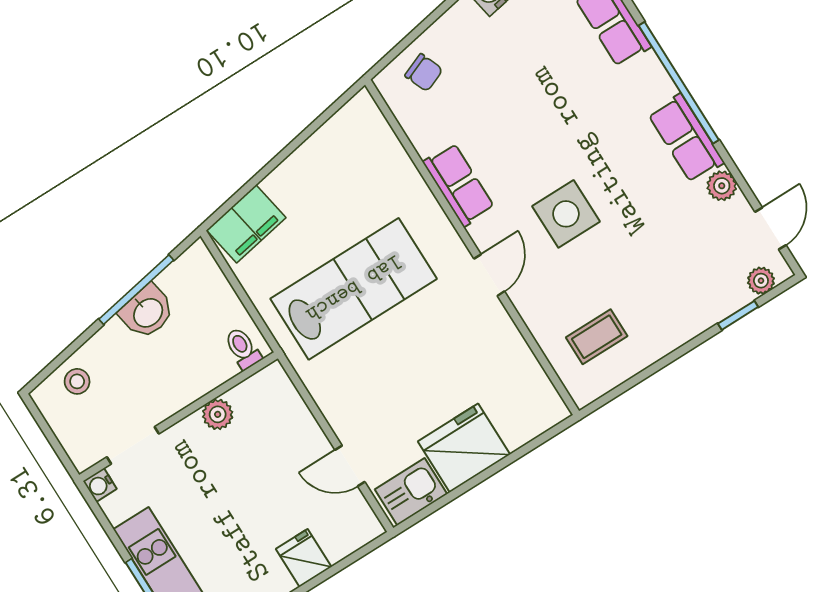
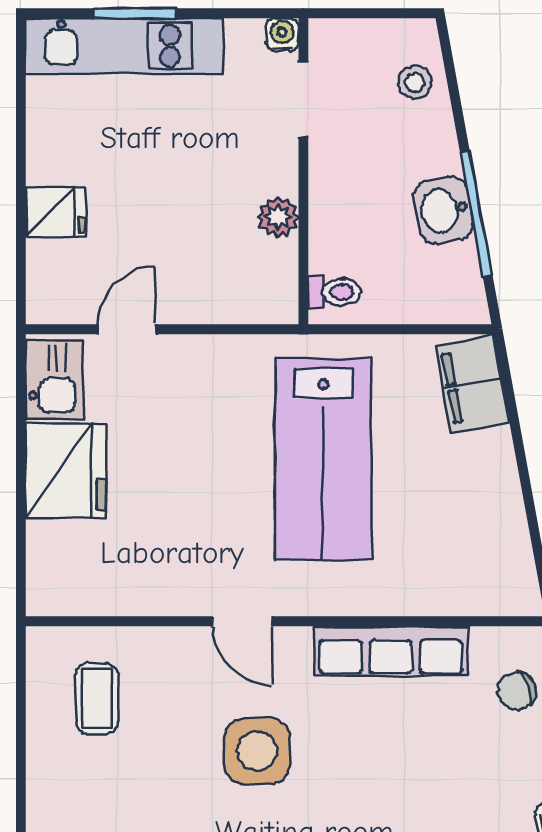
row of seats: (459, 185) -> (391, 651), width x1.48

